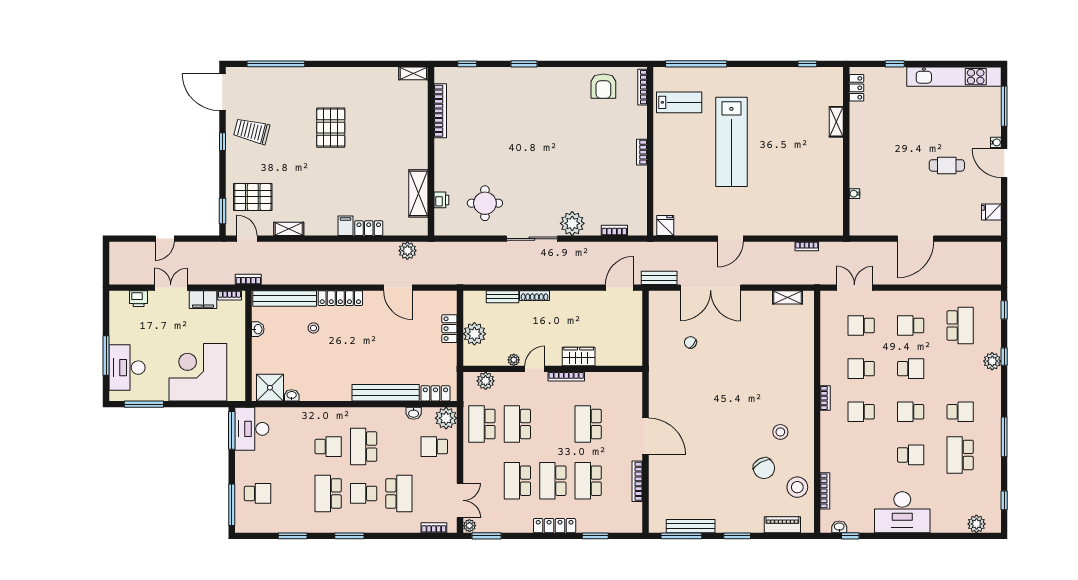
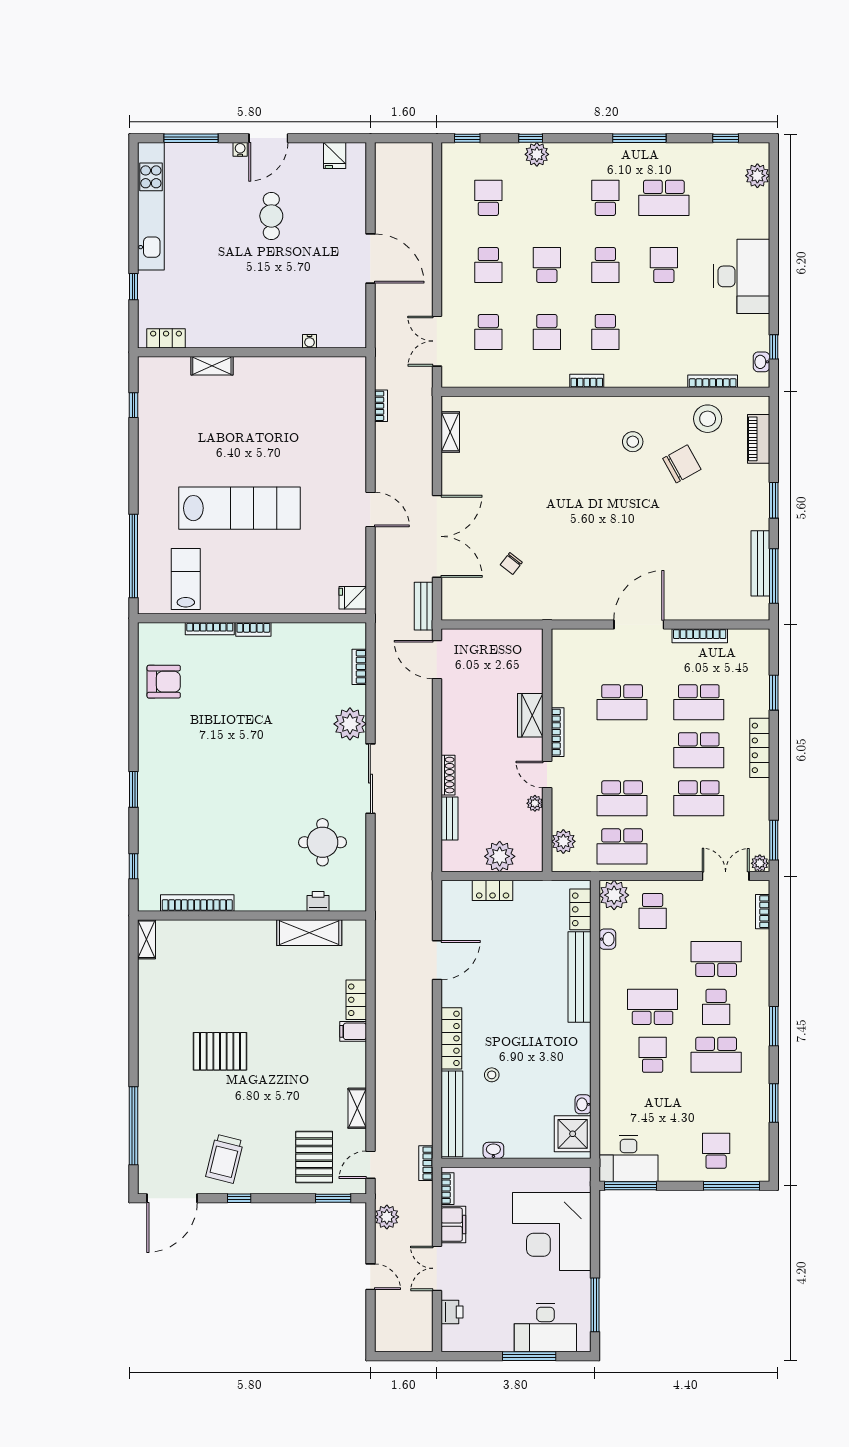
bookcase: (642, 87) -> (210, 629), moved
plant: (407, 251) -> (387, 1217), moved
school desk: (960, 325) -> (488, 198), width x0.54
school desk: (364, 447) -> (653, 1007), turned 180

